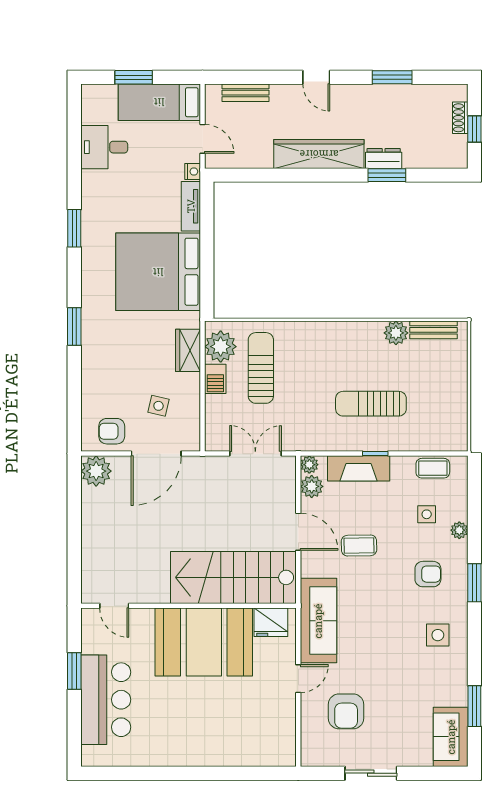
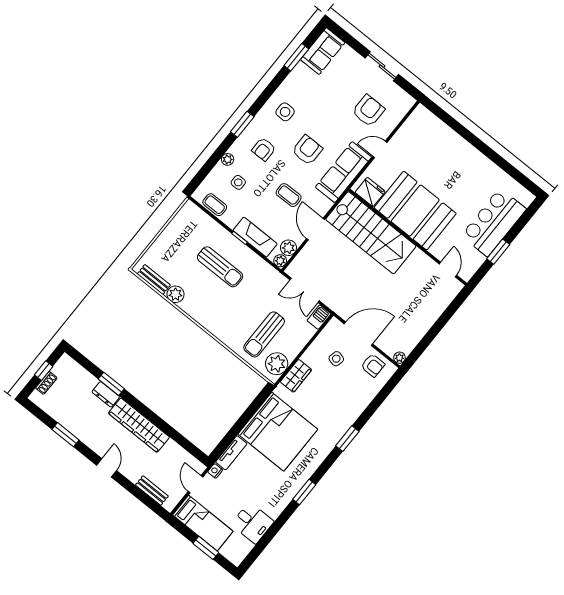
barbecue: (215, 379) -> (319, 317), moved
plant: (96, 471) -> (399, 358), width x0.53, depth x0.53
armchair: (428, 574) -> (264, 149), turned -90
armchair: (379, 612) -> (307, 150), added

